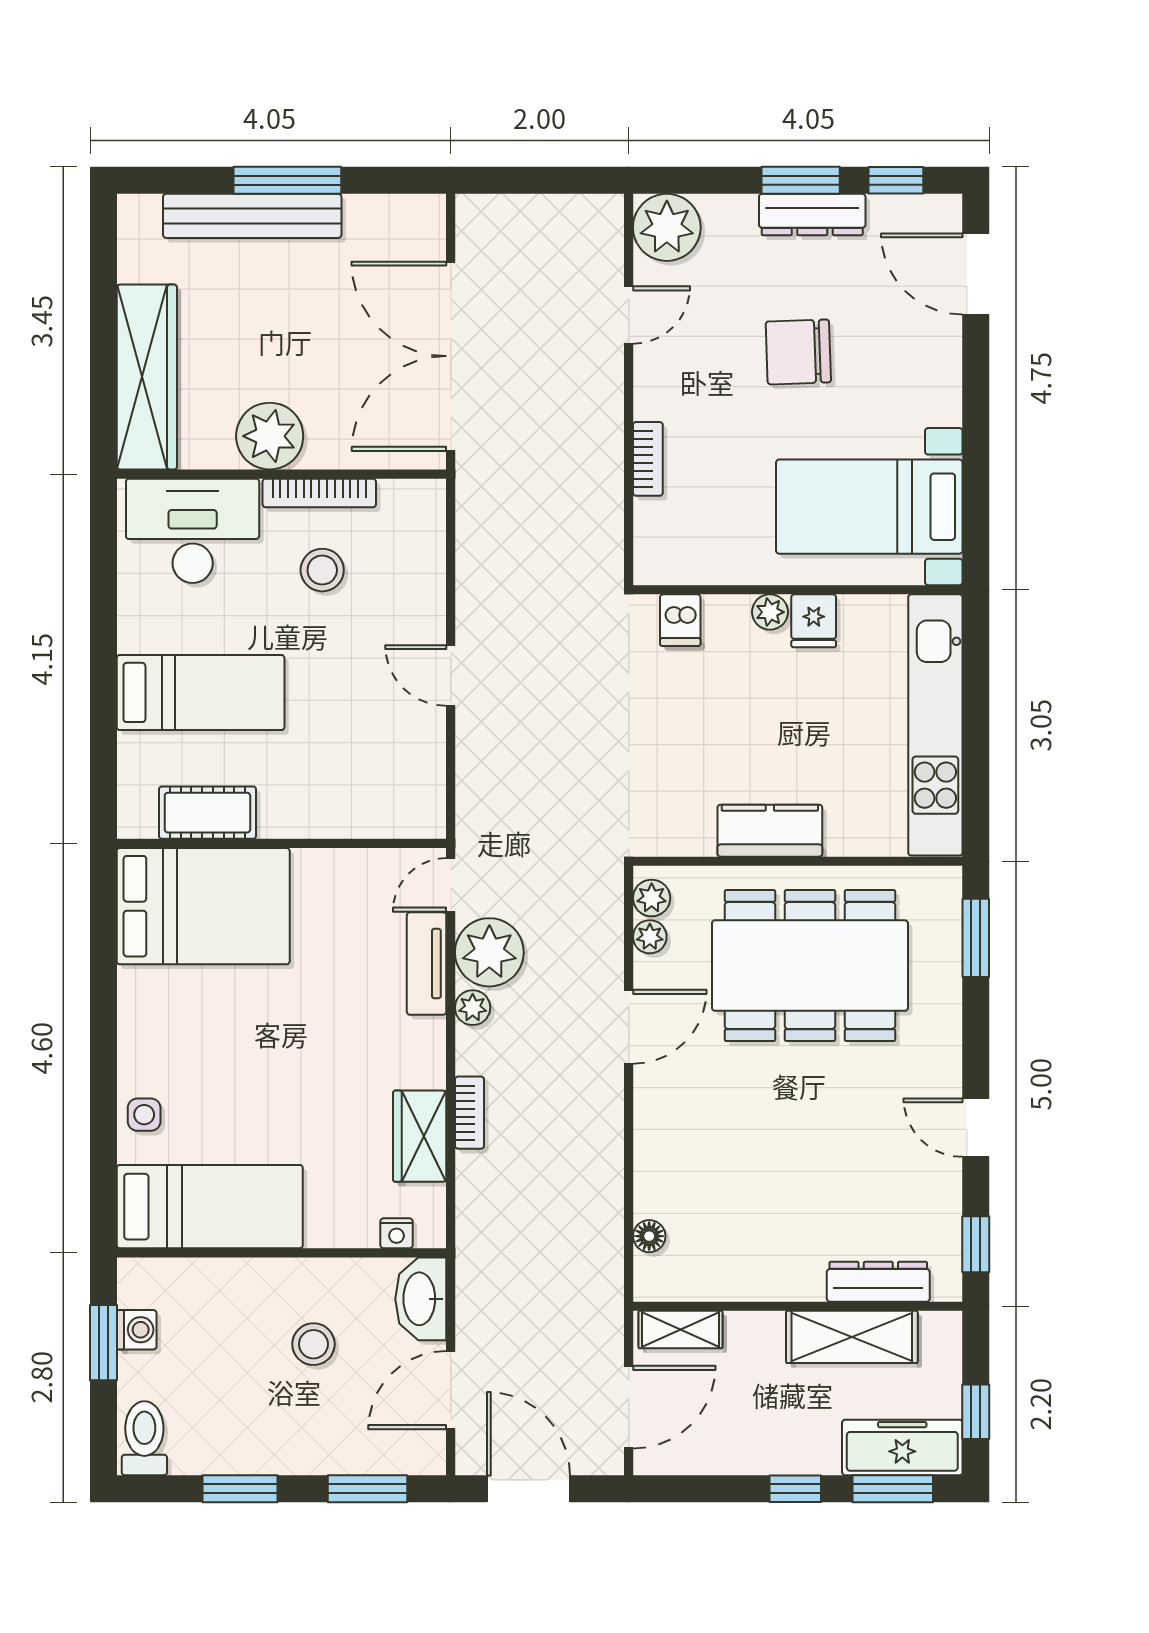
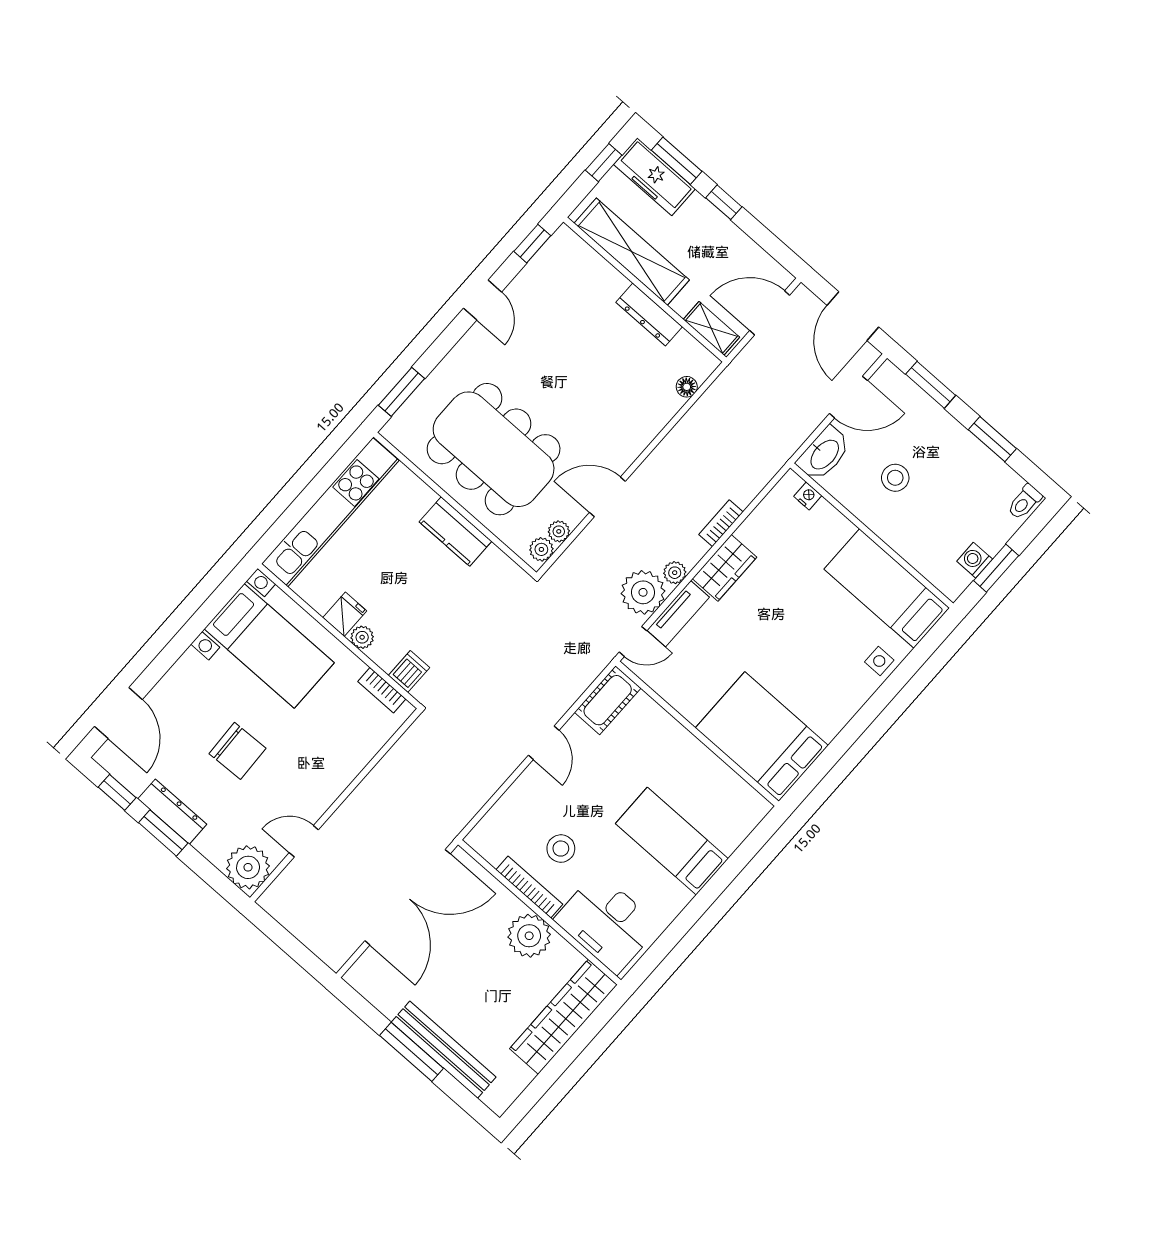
bookcase: (648, 459) -> (382, 690), moved, turned -90
cot: (207, 813) -> (608, 700), moved, turned 90
wardrobe: (420, 1136) -> (724, 568), moved
dresser: (878, 1282) -> (649, 314), moved
shelving: (852, 1337) -> (632, 252), width x1.47
toilet: (144, 1438) -> (1024, 502), width x0.73, depth x0.72

